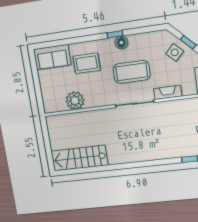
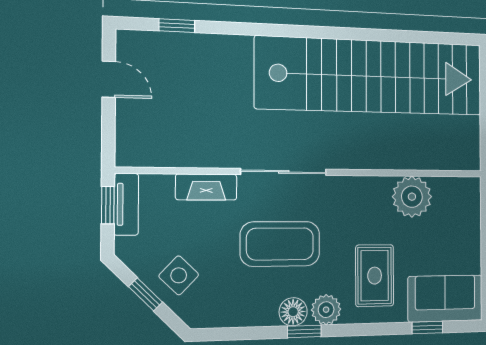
window: (58, 43) -> (427, 327), added
plant: (106, 45) -> (326, 310), added
rug: (87, 63) -> (375, 276), turned 90
stairs: (79, 158) -> (371, 76), width x1.86, depth x1.51

